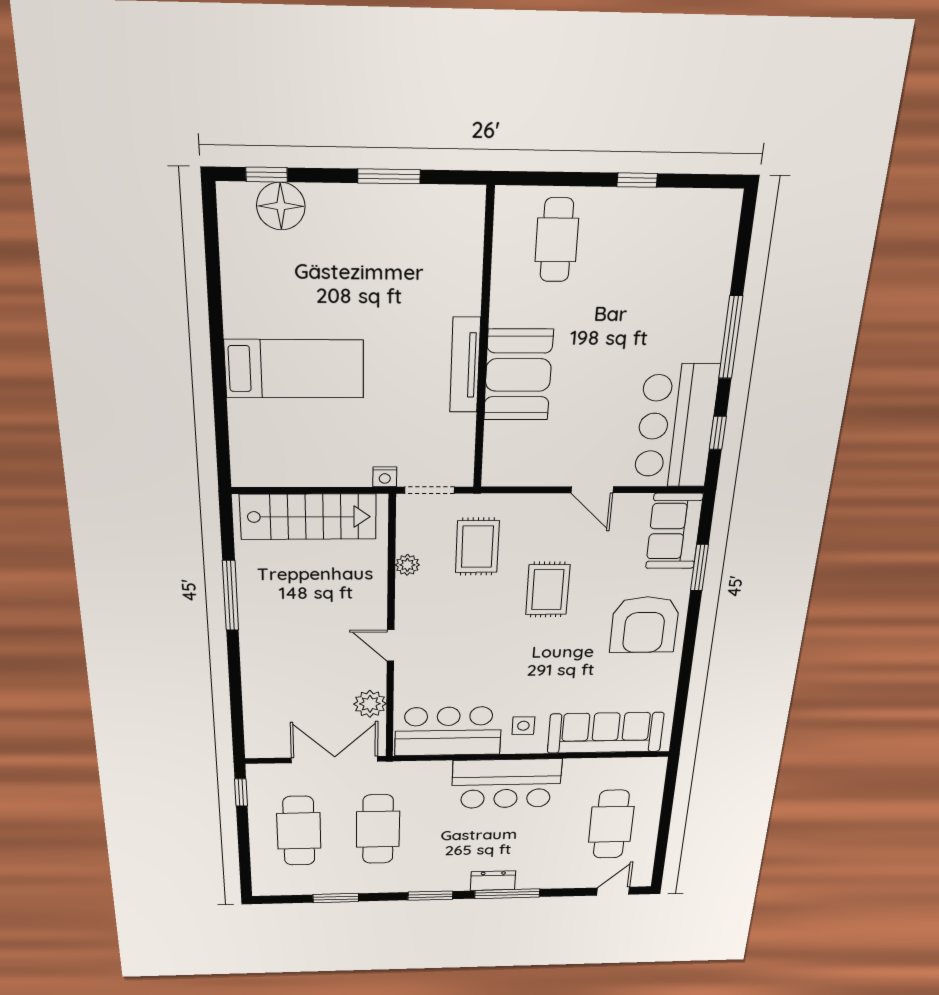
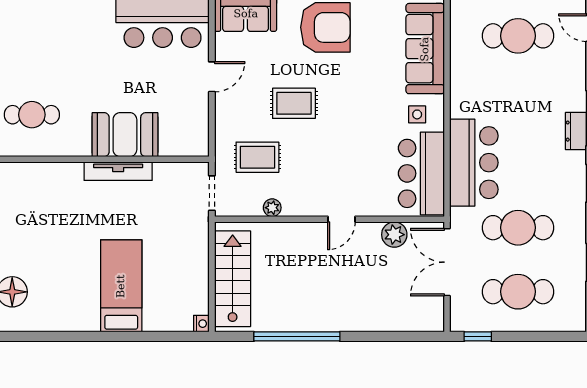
nightstand: (385, 477) -> (201, 324), moved
window: (231, 596) -> (297, 336), width x1.46
bar counter: (506, 784) -> (474, 163), moved

